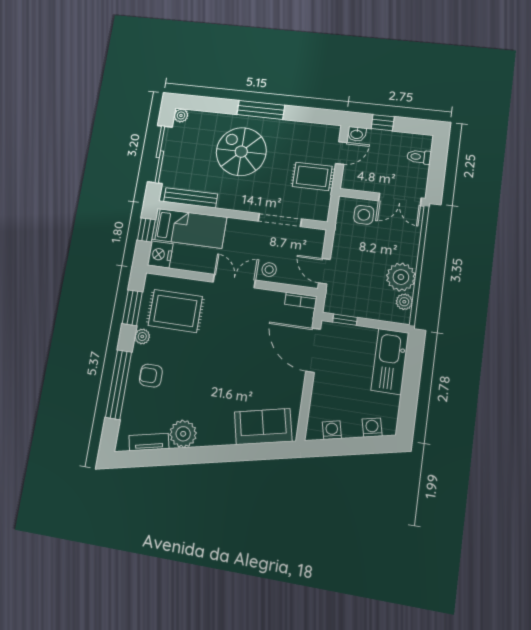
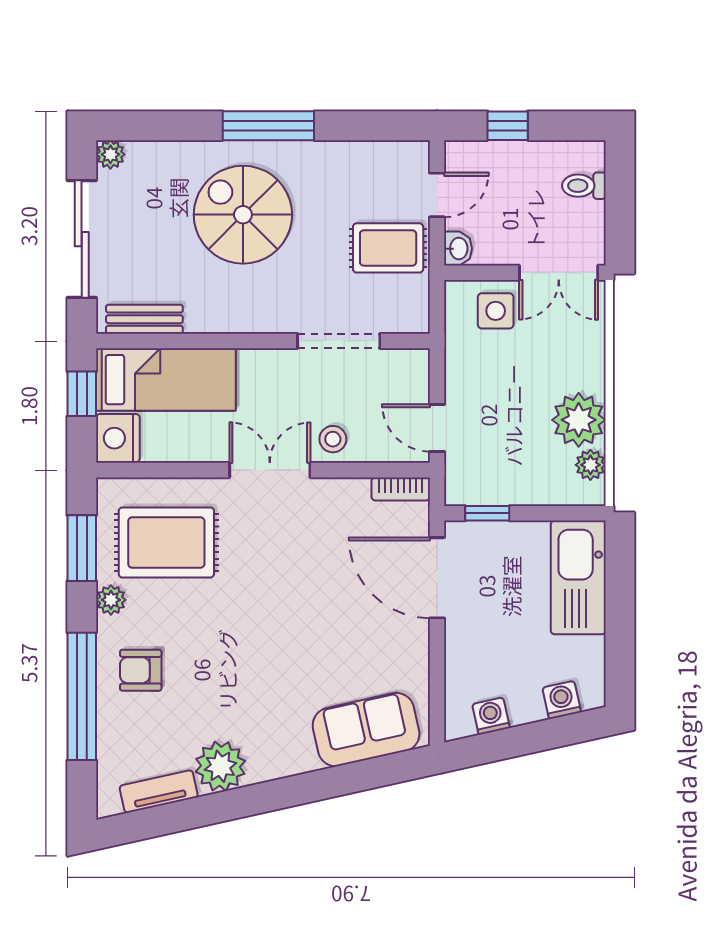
washbasin: (357, 134) -> (458, 249), moved, turned -90
bench: (191, 198) -> (144, 319), width x0.73

